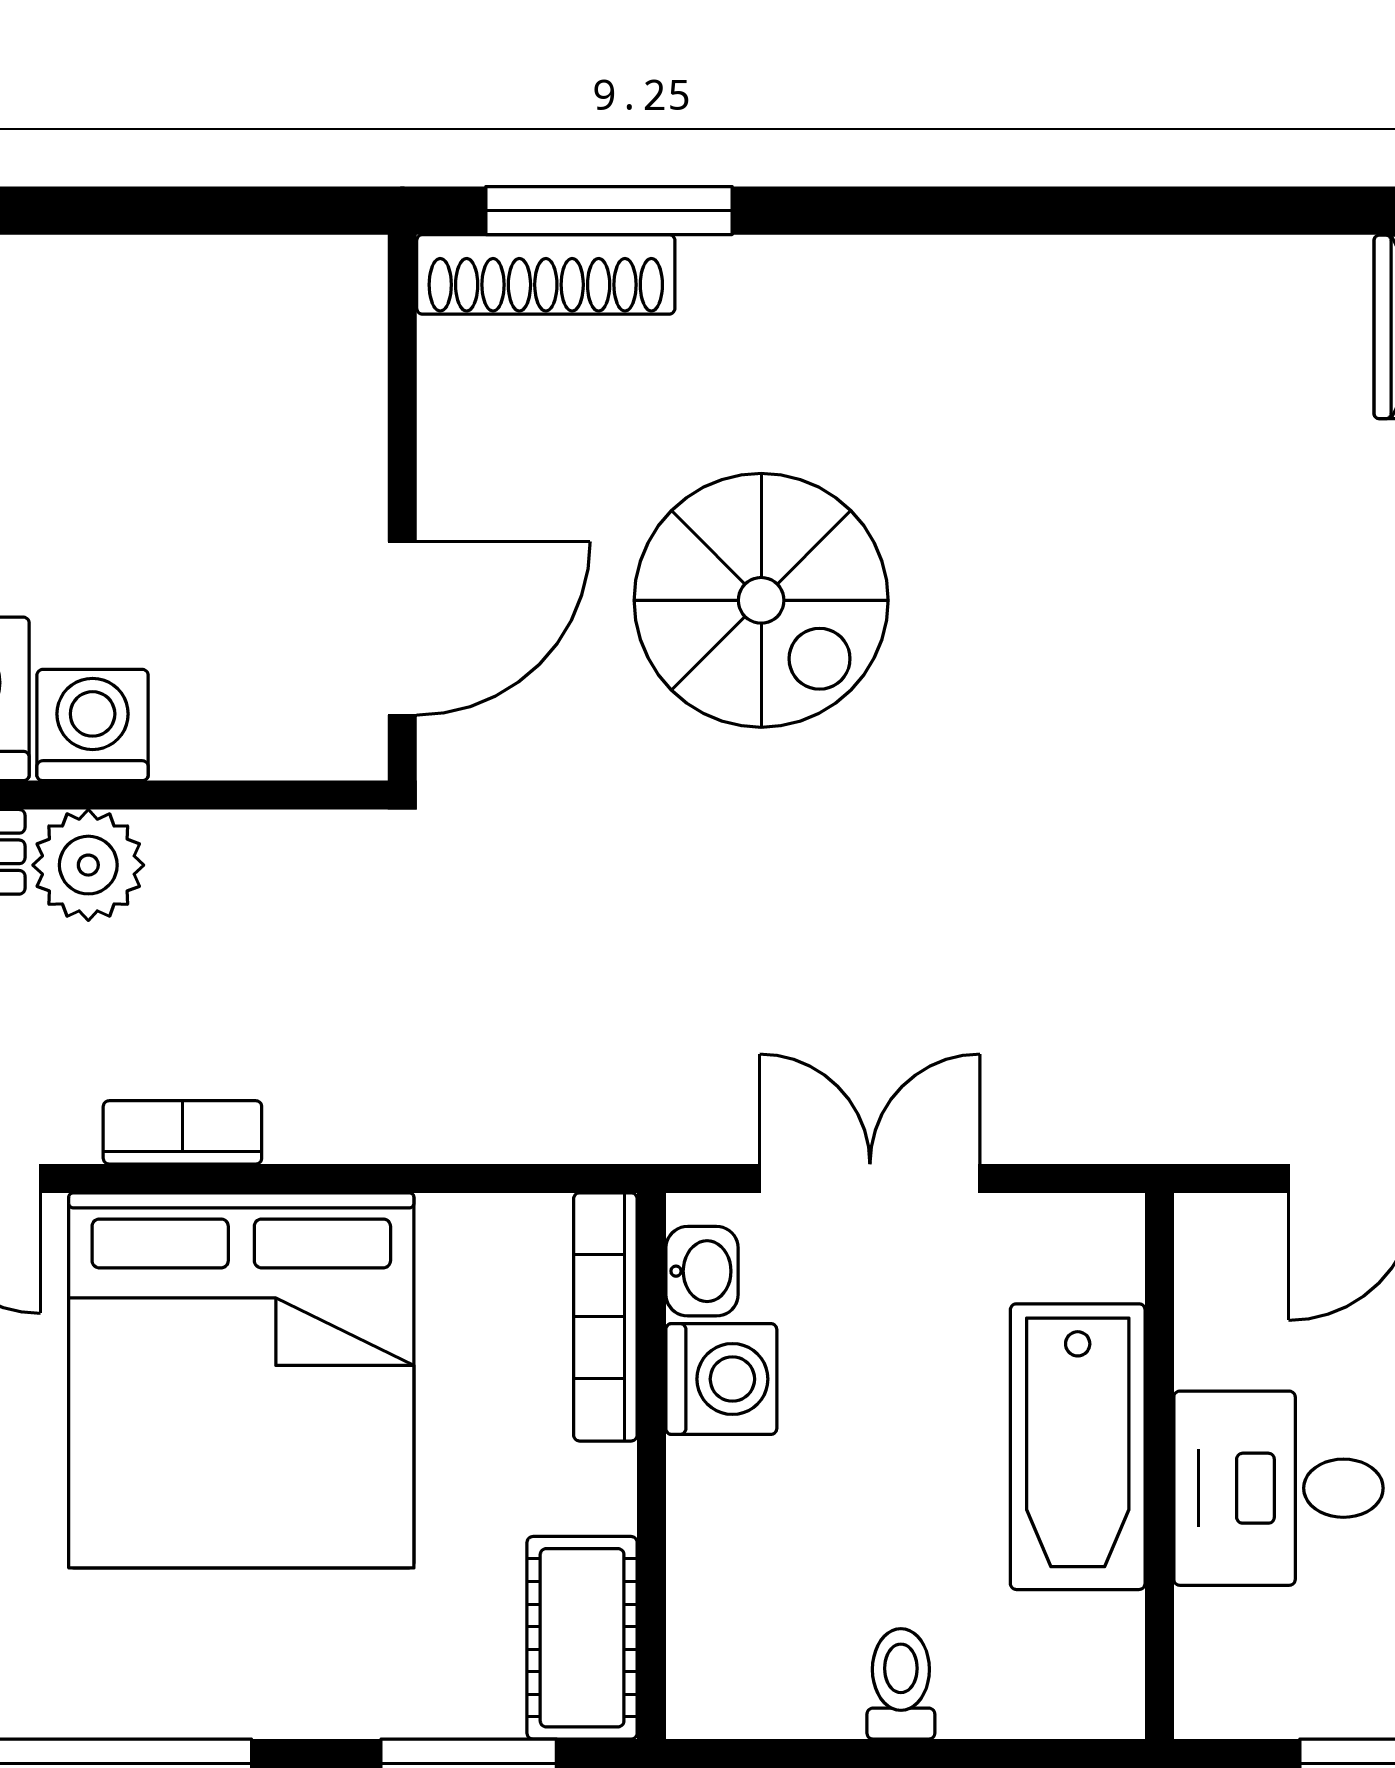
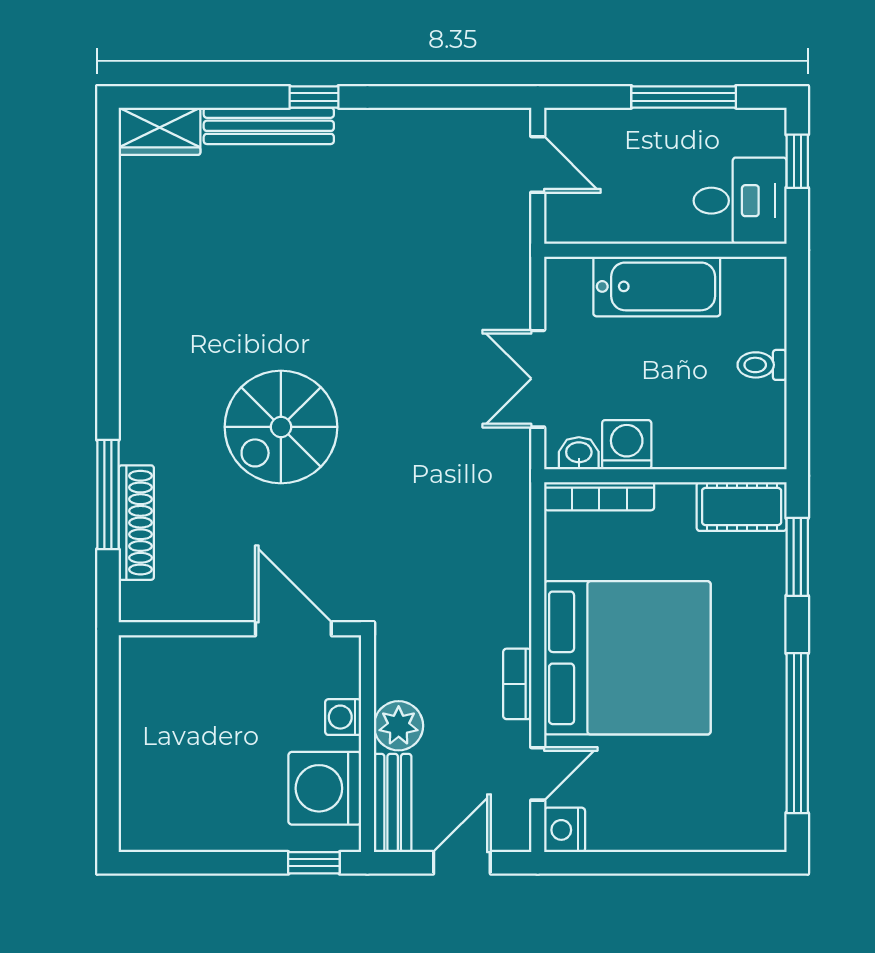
wall: (402, 508) -> (240, 629), moved
spiral stairs: (761, 600) -> (281, 427), turned 180
door: (402, 628) -> (293, 629), moved
washing machine: (93, 725) -> (343, 717), width x0.73, depth x0.73
desk: (1279, 1488) -> (740, 201), moved, turned -90

